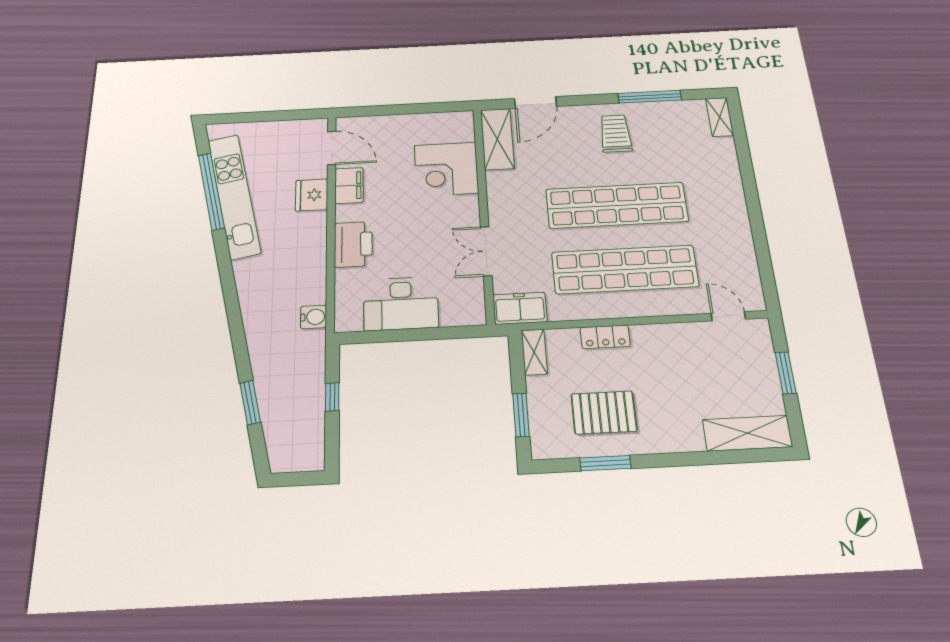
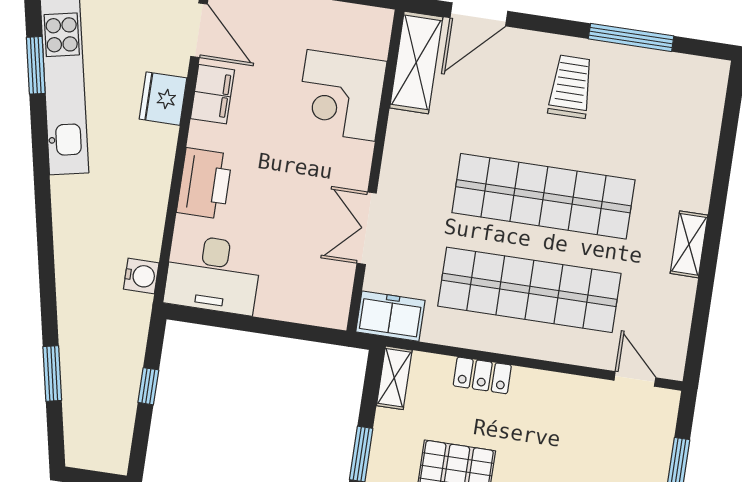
shelving: (720, 117) -> (689, 244), moved
window: (211, 191) -> (36, 65), width x0.47
desk: (401, 304) -> (213, 274), moved

